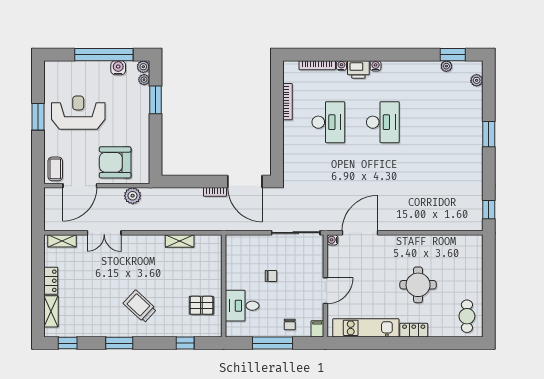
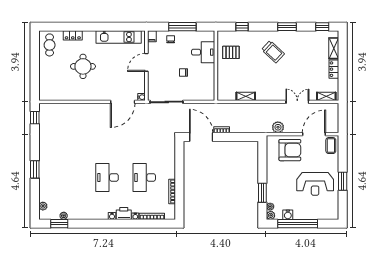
locker: (414, 330) -> (73, 35), moved

